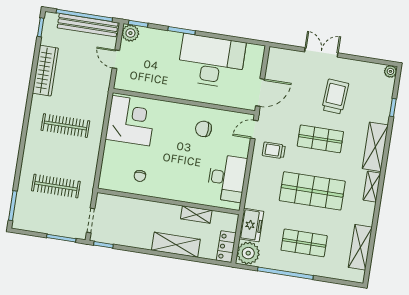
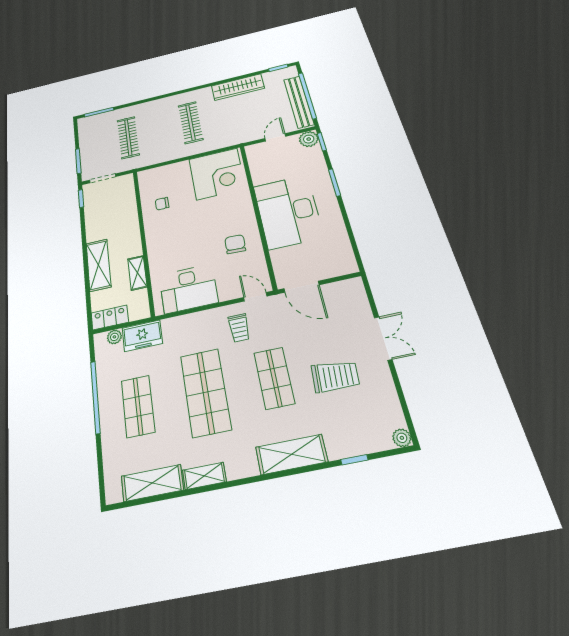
desk: (211, 61) -> (288, 212), moved, turned 180
trolley: (274, 150) -> (239, 328), turned 180
shelving: (372, 187) -> (204, 476), moved
plant: (248, 253) -> (114, 337), width x0.53, depth x0.53

